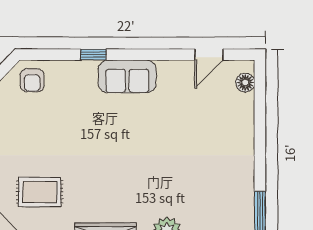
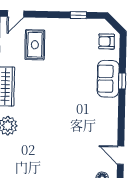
sofa: (127, 76) -> (108, 79), moved

